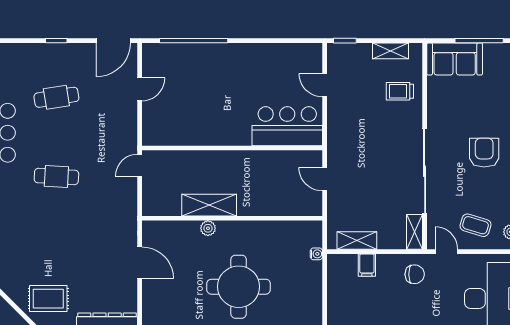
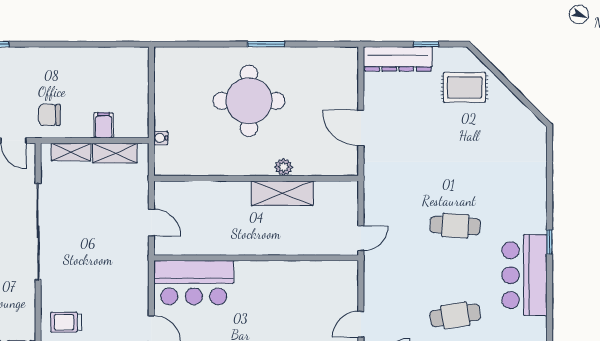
trolley: (400, 91) -> (66, 322), turned 180
shelving: (414, 232) -> (71, 152), moved, turned 90

